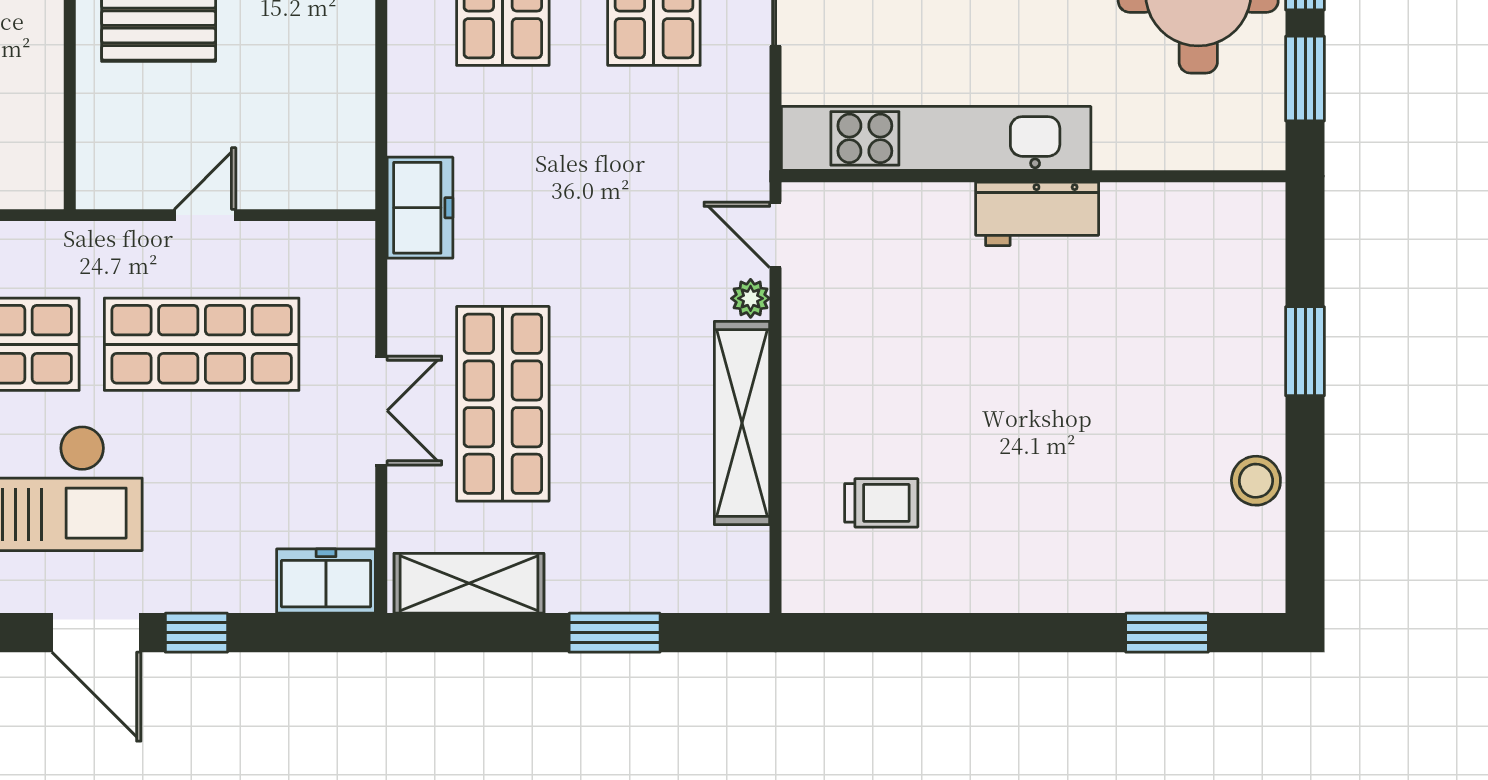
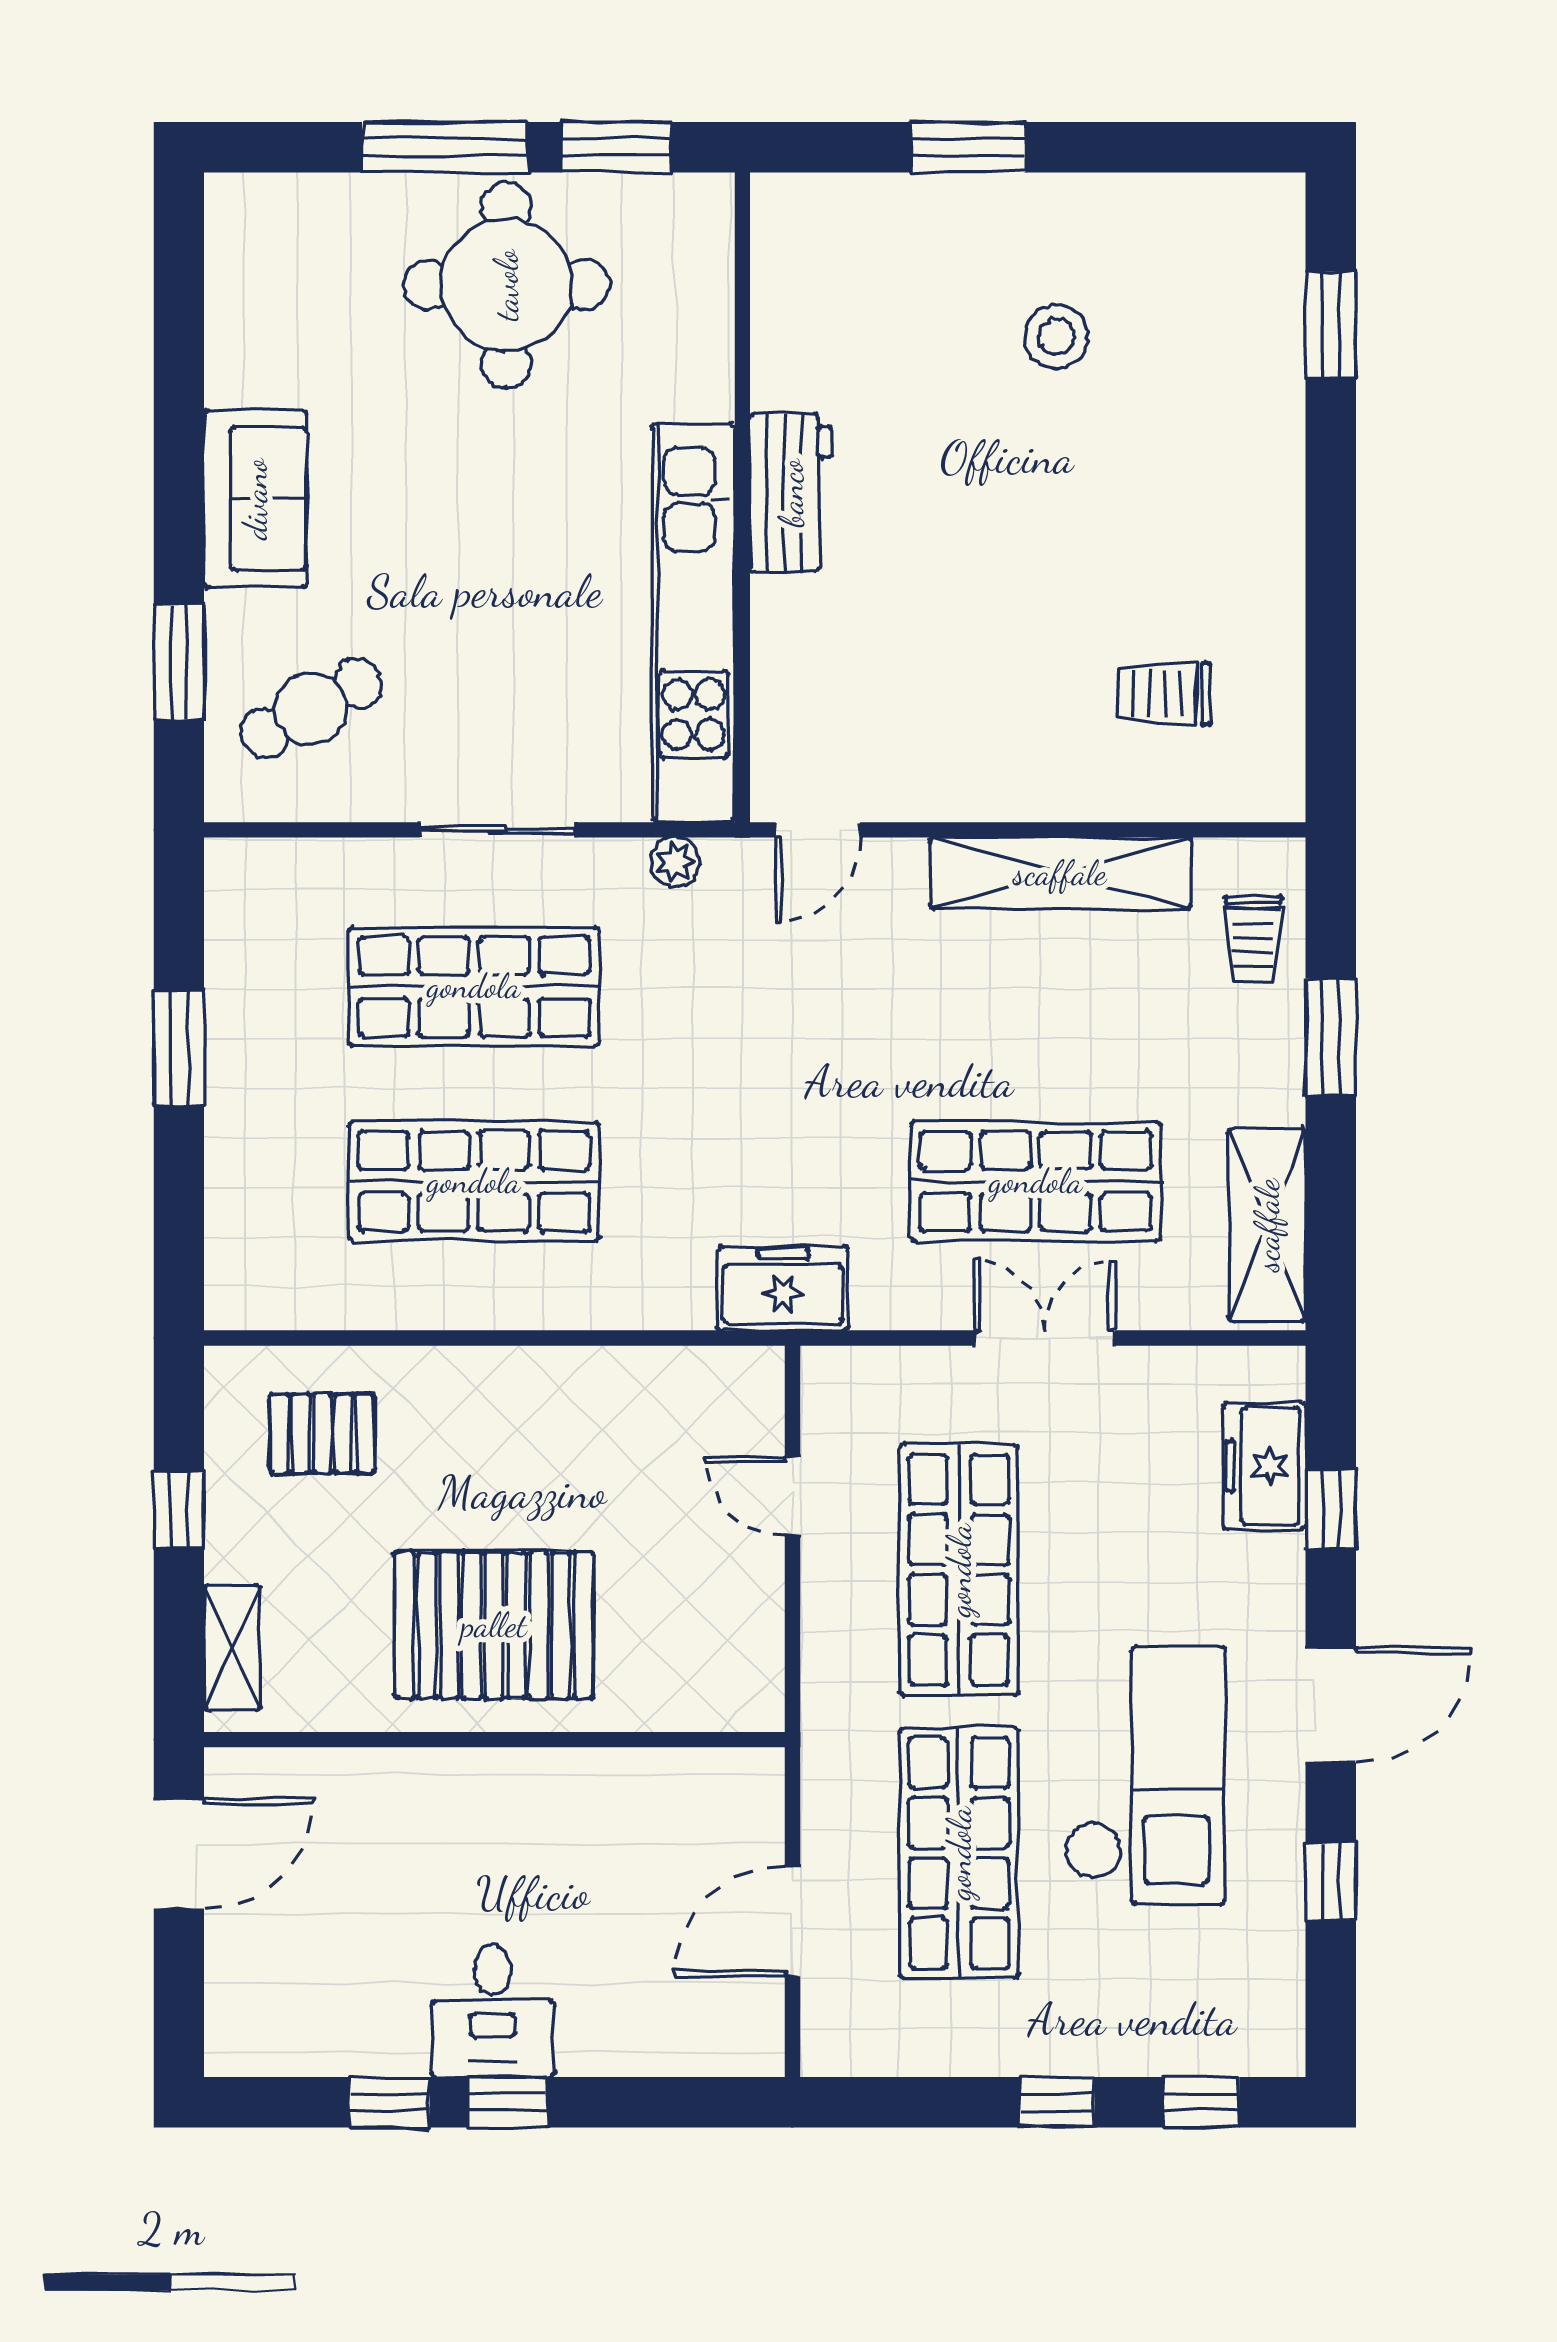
door: (205, 215) -> (792, 1496), moved
plant: (751, 298) -> (675, 862), moved
stool: (1256, 481) -> (1056, 336), moved
trolley: (881, 503) -> (1163, 693), turned -90
trolley: (691, 572) -> (1253, 939), added
freezer: (326, 581) -> (1264, 1466), moved
window: (196, 633) -> (1331, 1509), moved

